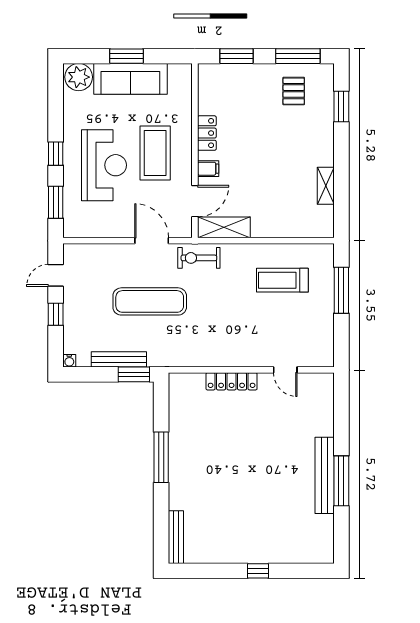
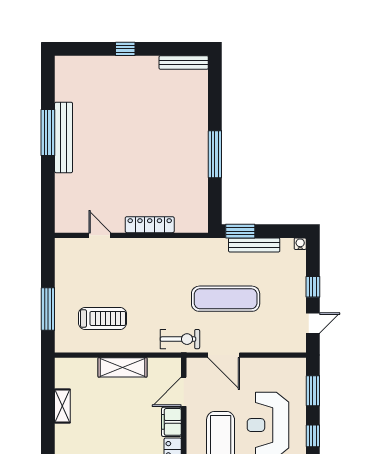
filing cabinet: (208, 169) -> (171, 422), width x2.00
shelving: (224, 227) -> (122, 367), moved
bench: (176, 537) -> (184, 62), moved, turned 90

